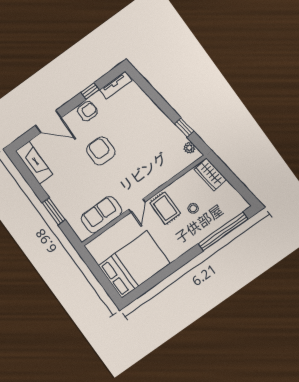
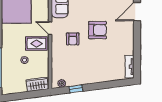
window: (90, 91) -> (137, 49), removed
armchair: (87, 111) -> (73, 39), moved

